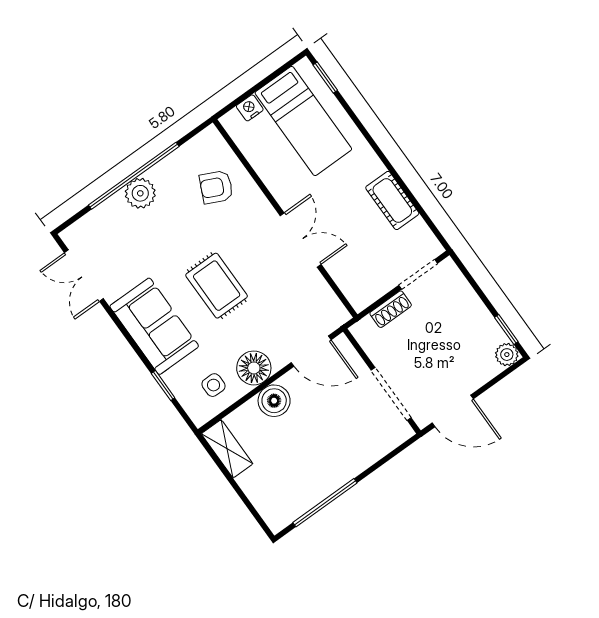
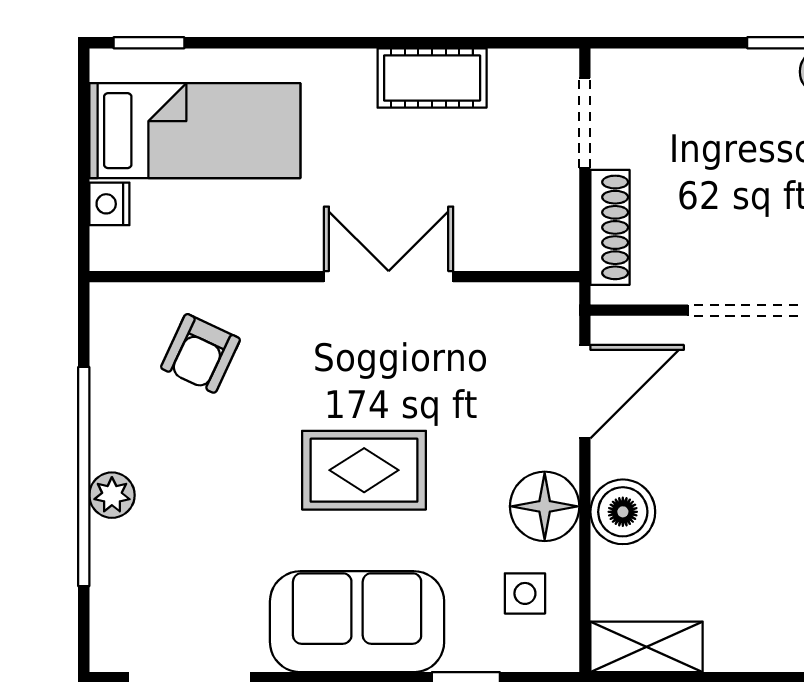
plant: (140, 193) -> (112, 495), width x0.73, depth x0.73
shoe rack: (391, 309) -> (610, 227), width x1.43

